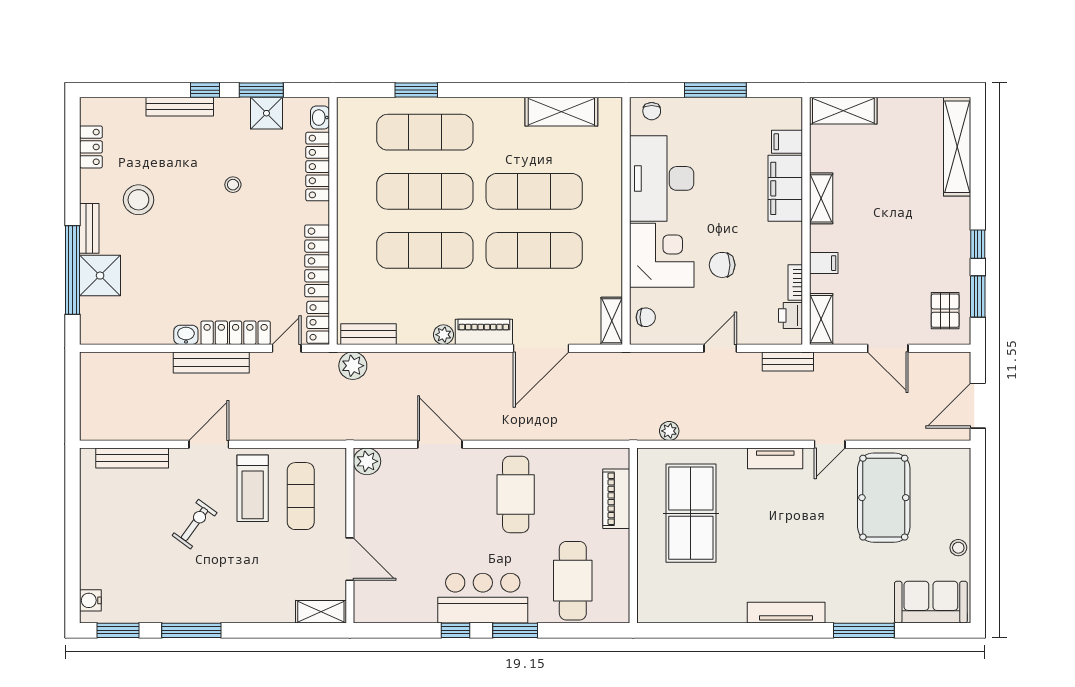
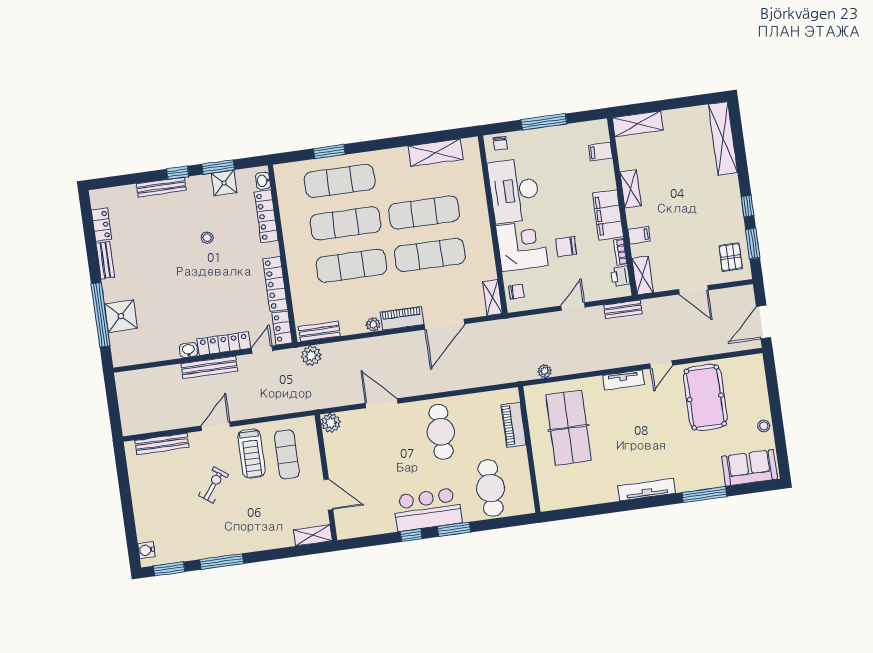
filing cabinet: (785, 188) -> (608, 215), moved
stool: (138, 200) -> (141, 258), removed
bench: (89, 228) -> (105, 260), moved

